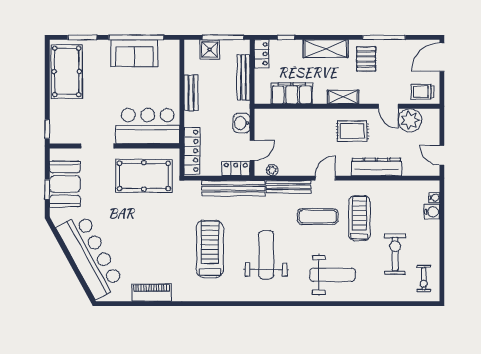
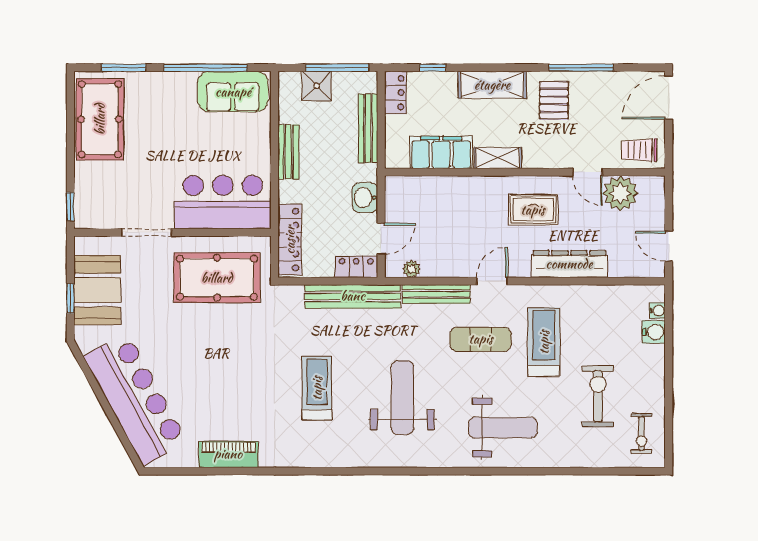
sofa: (134, 53) -> (233, 92), moved
shelving: (343, 97) -> (498, 158), moved
treadmill: (210, 249) -> (317, 388), width x0.73, depth x0.73

